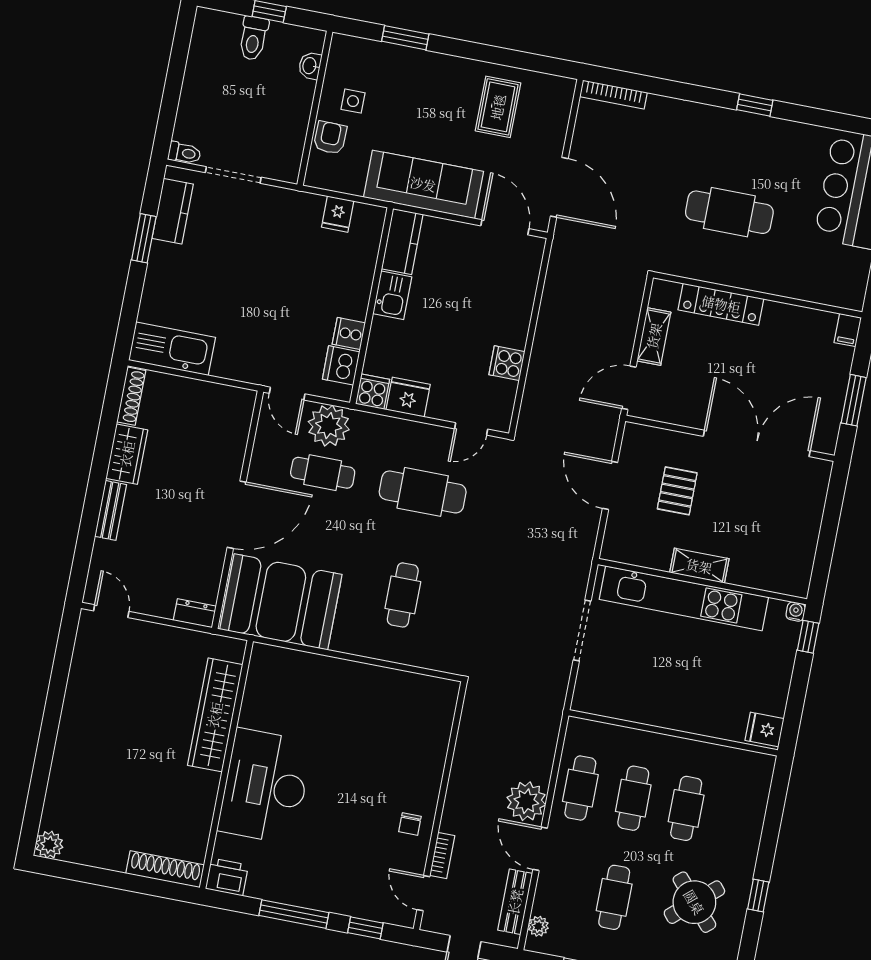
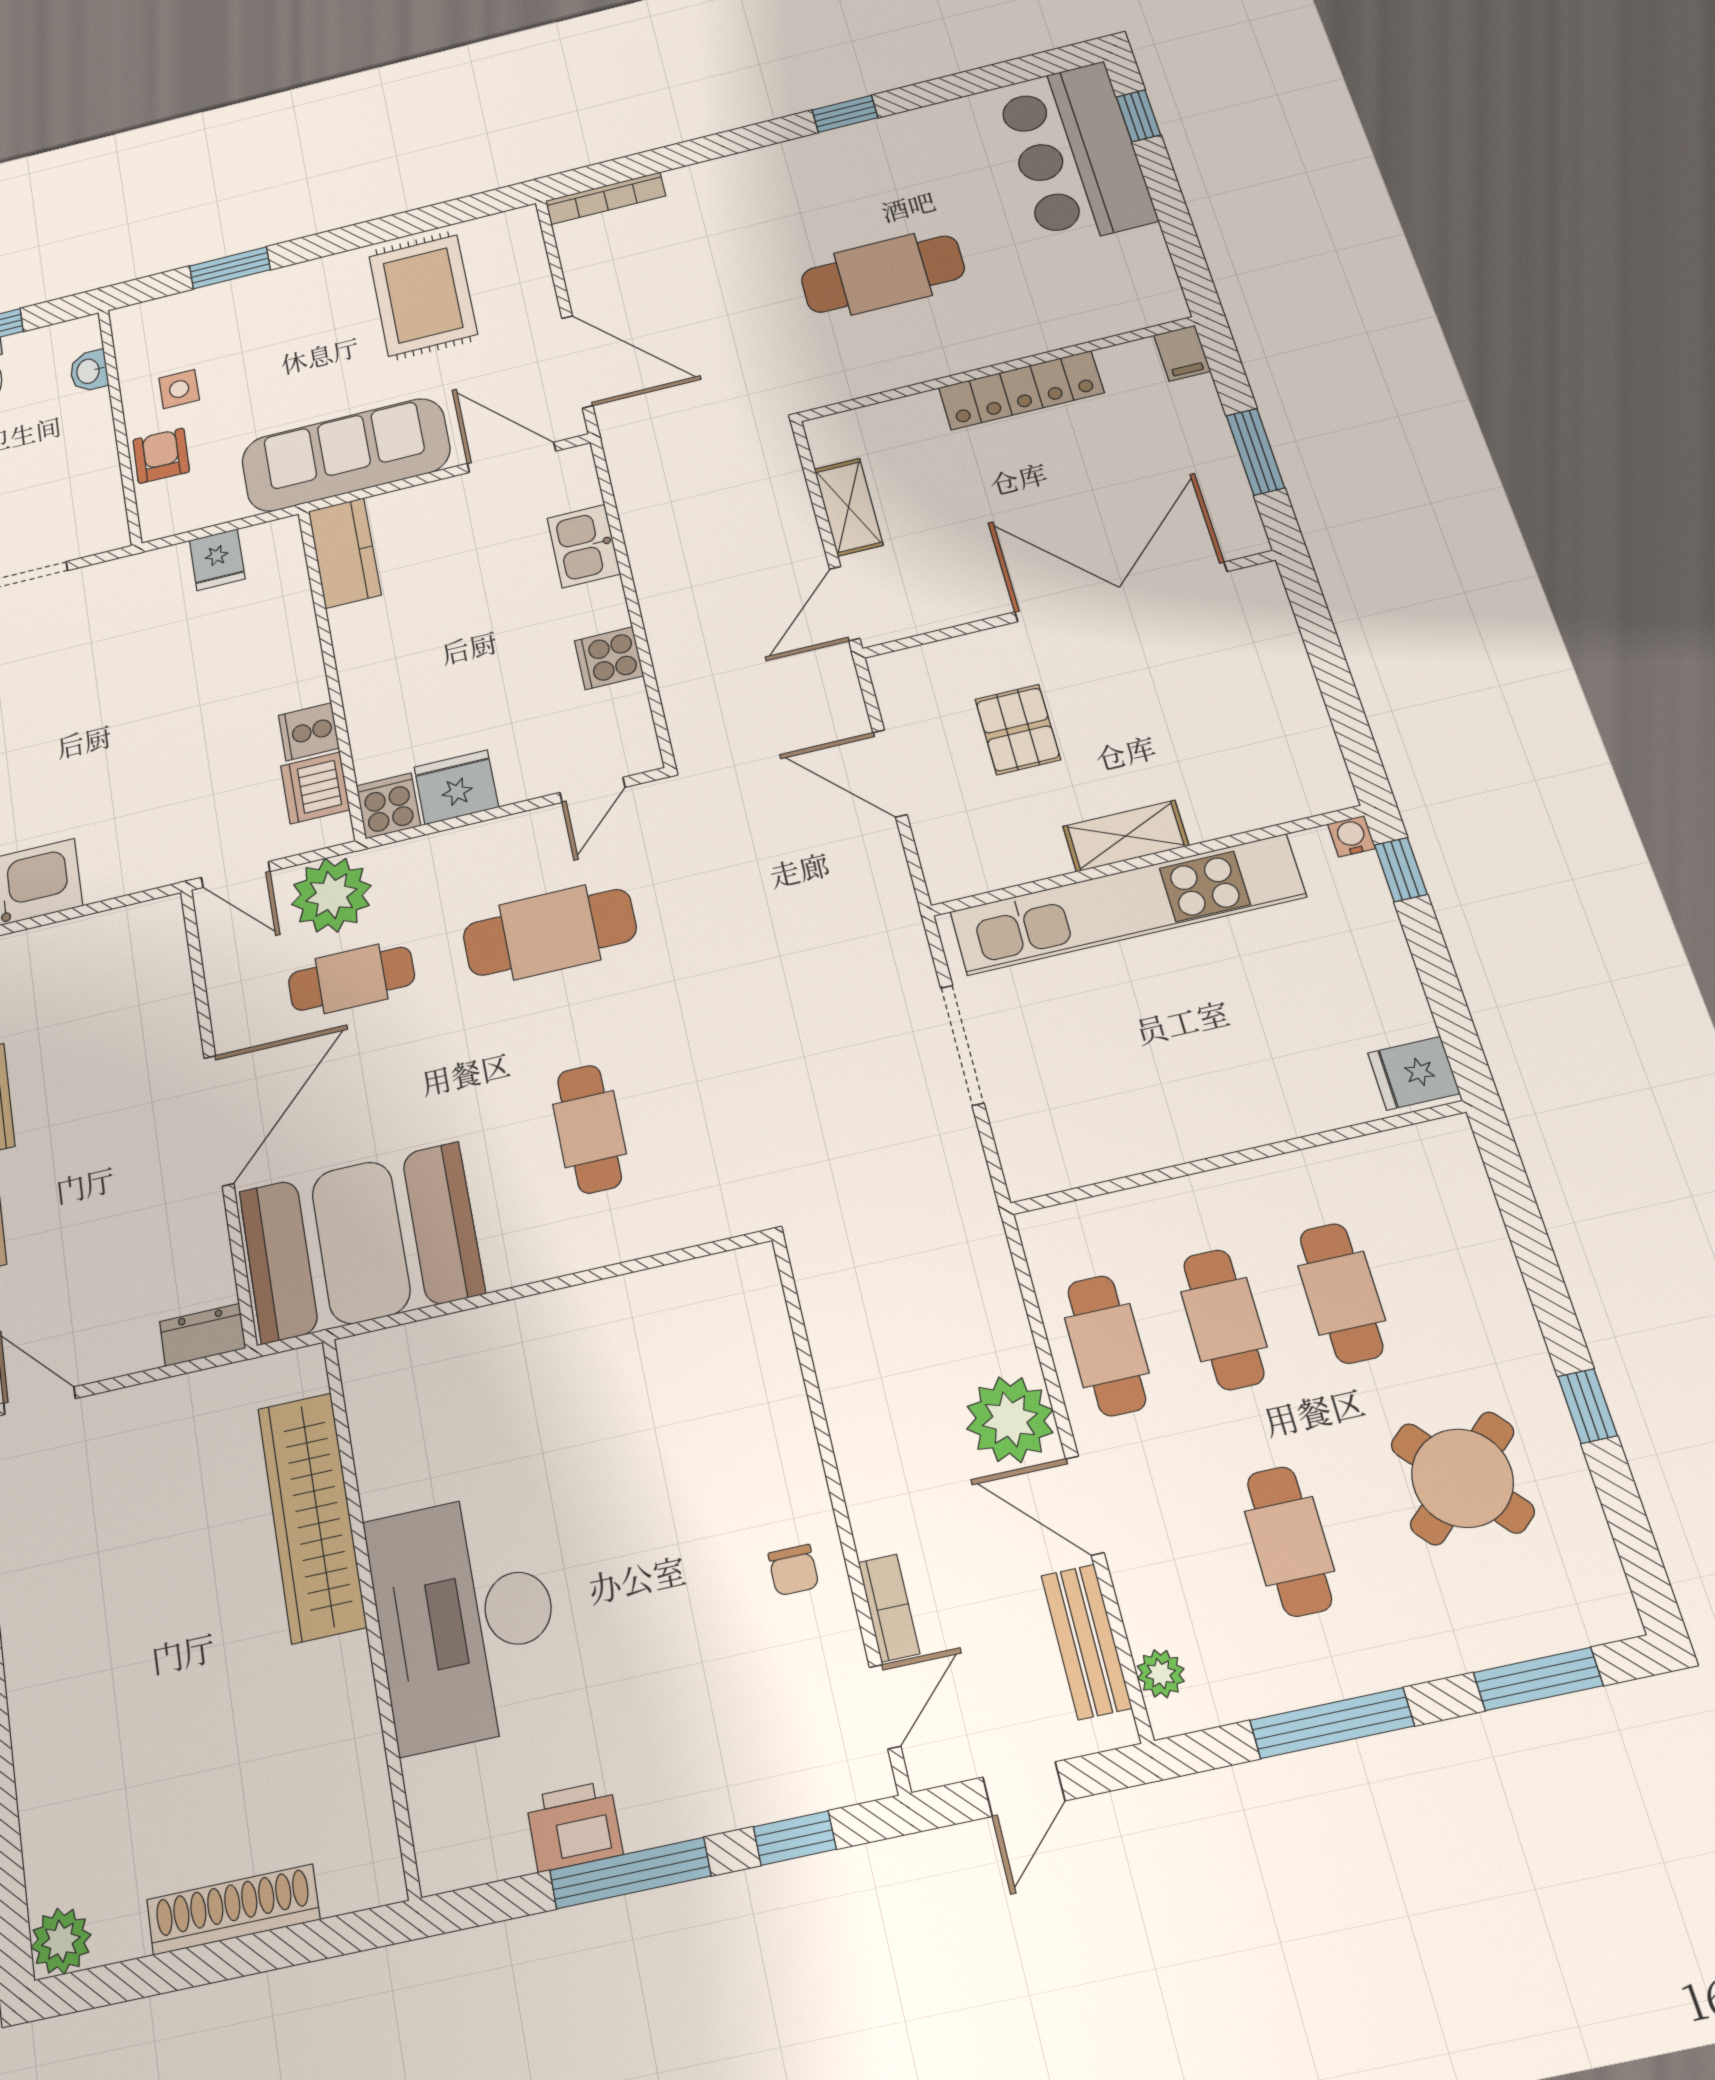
rug: (498, 107) -> (423, 295), width x1.36, depth x1.43
kitchen sink: (392, 295) -> (584, 546), moved, turned 180
locker: (721, 304) -> (1021, 390), moved
shoe rack: (165, 869) -> (233, 1910), moved
printer: (227, 877) -> (574, 1826), moved
door: (423, 893) -> (885, 1707), swing flipped

